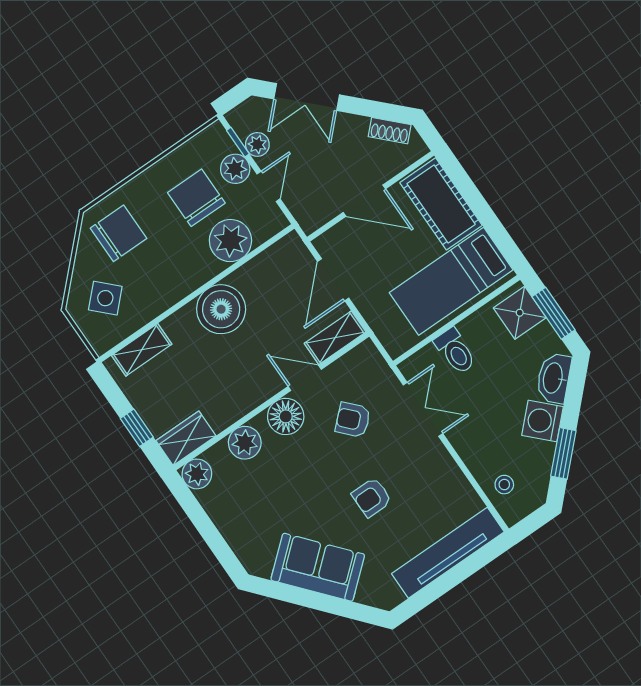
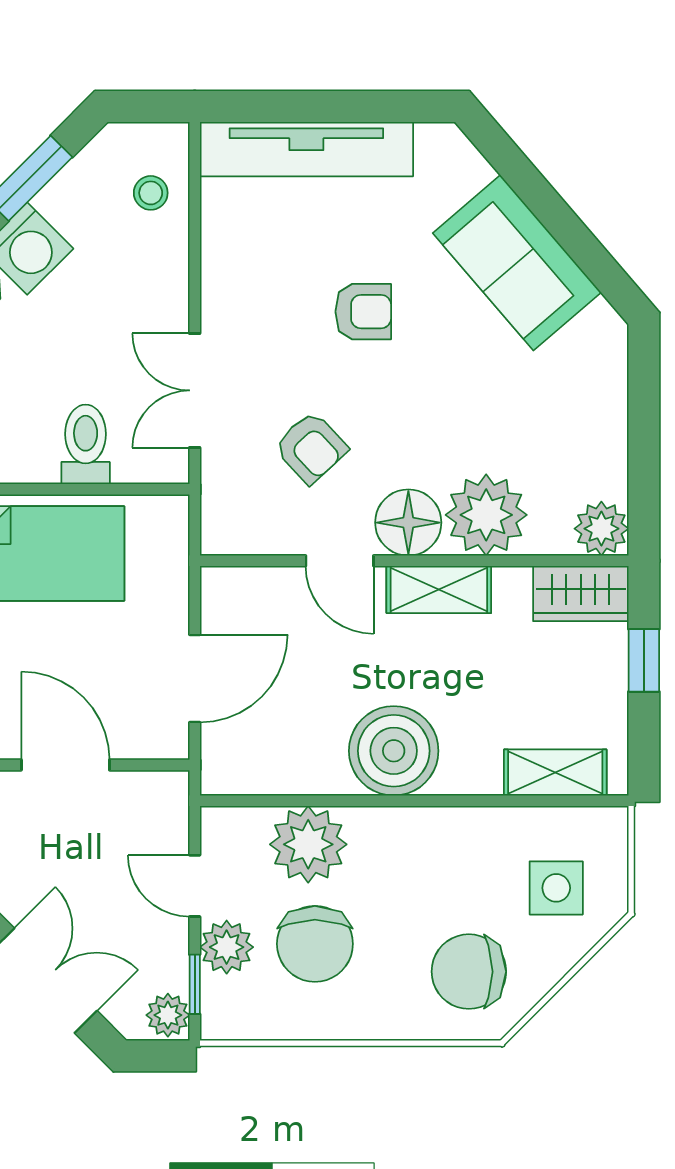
plant: (257, 144) -> (168, 1015), moved
door: (269, 186) -> (195, 886), hinge flipped
side table: (105, 298) -> (556, 888), turned 45
shelving: (335, 338) -> (439, 589), moved
plant: (245, 443) -> (486, 515), width x1.36, depth x1.36

